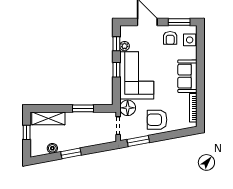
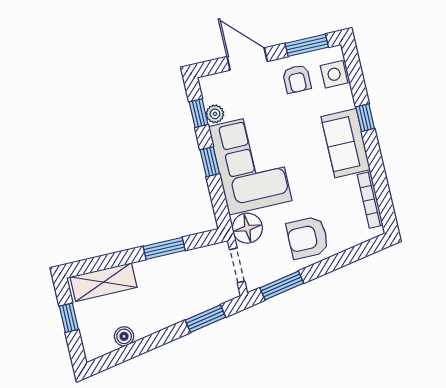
window: (200, 66) -> (365, 118), added
window: (71, 153) -> (205, 319), moved

